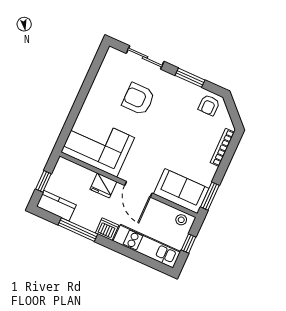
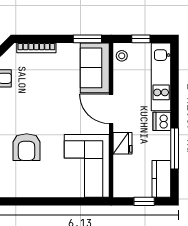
door: (138, 189) -> (111, 109), swing flipped

